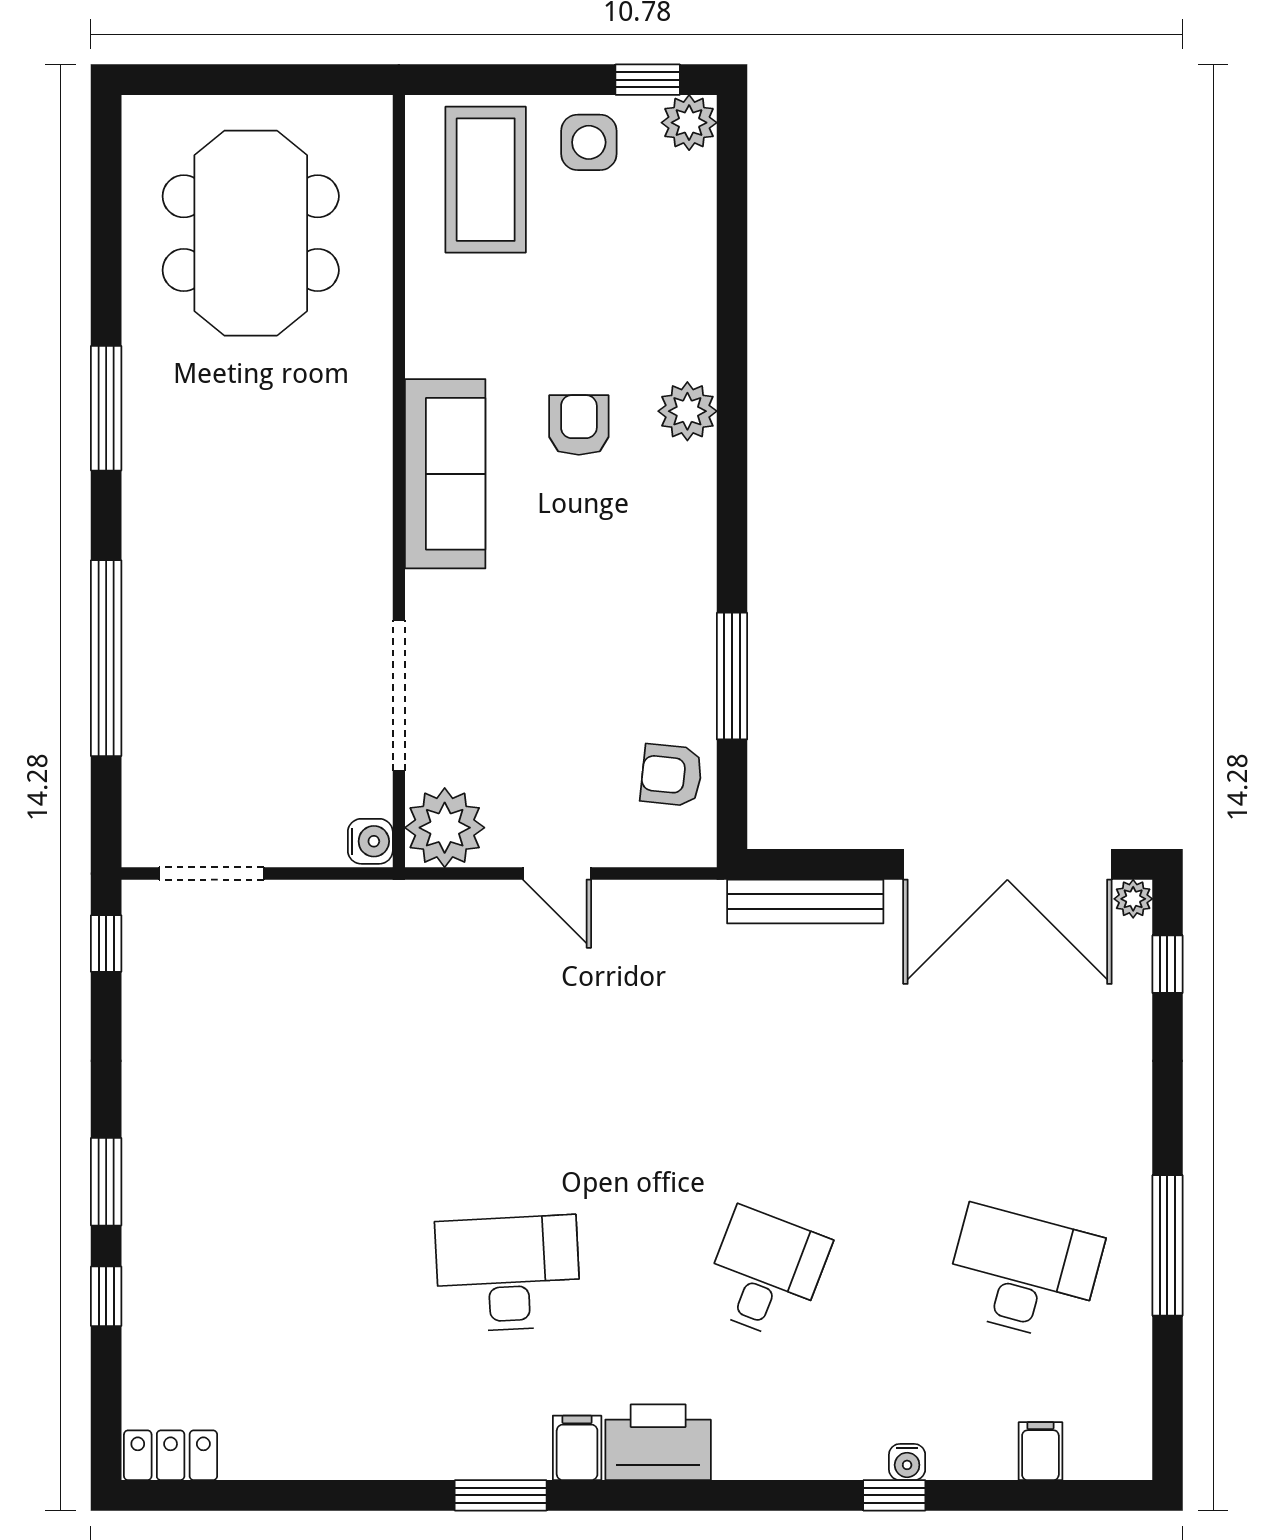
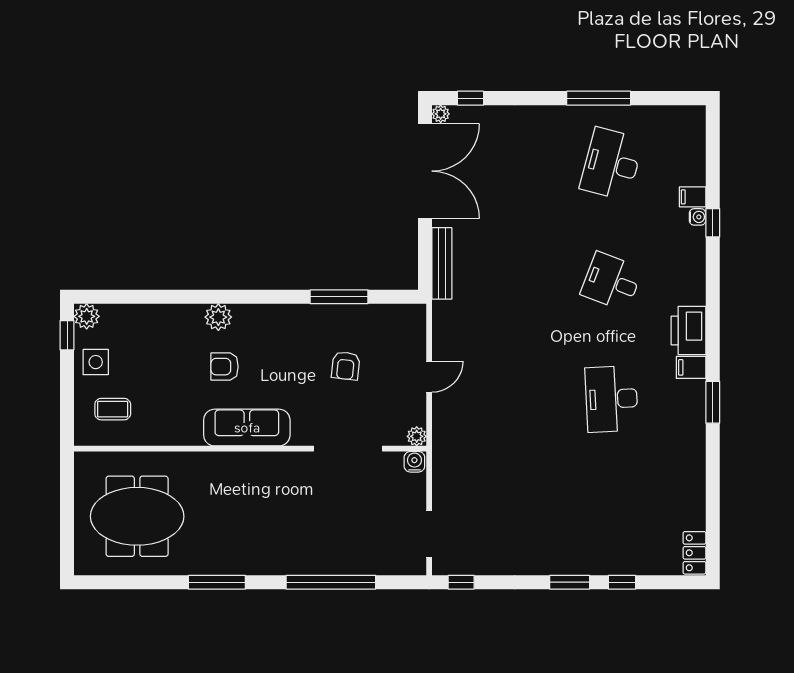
coffee table: (486, 180) -> (113, 409), width x0.54, depth x0.58
armchair: (671, 775) -> (346, 366), moved
plant: (445, 828) -> (417, 436), width x0.53, depth x0.53
filing cabinet: (1040, 1451) -> (693, 197), moved

